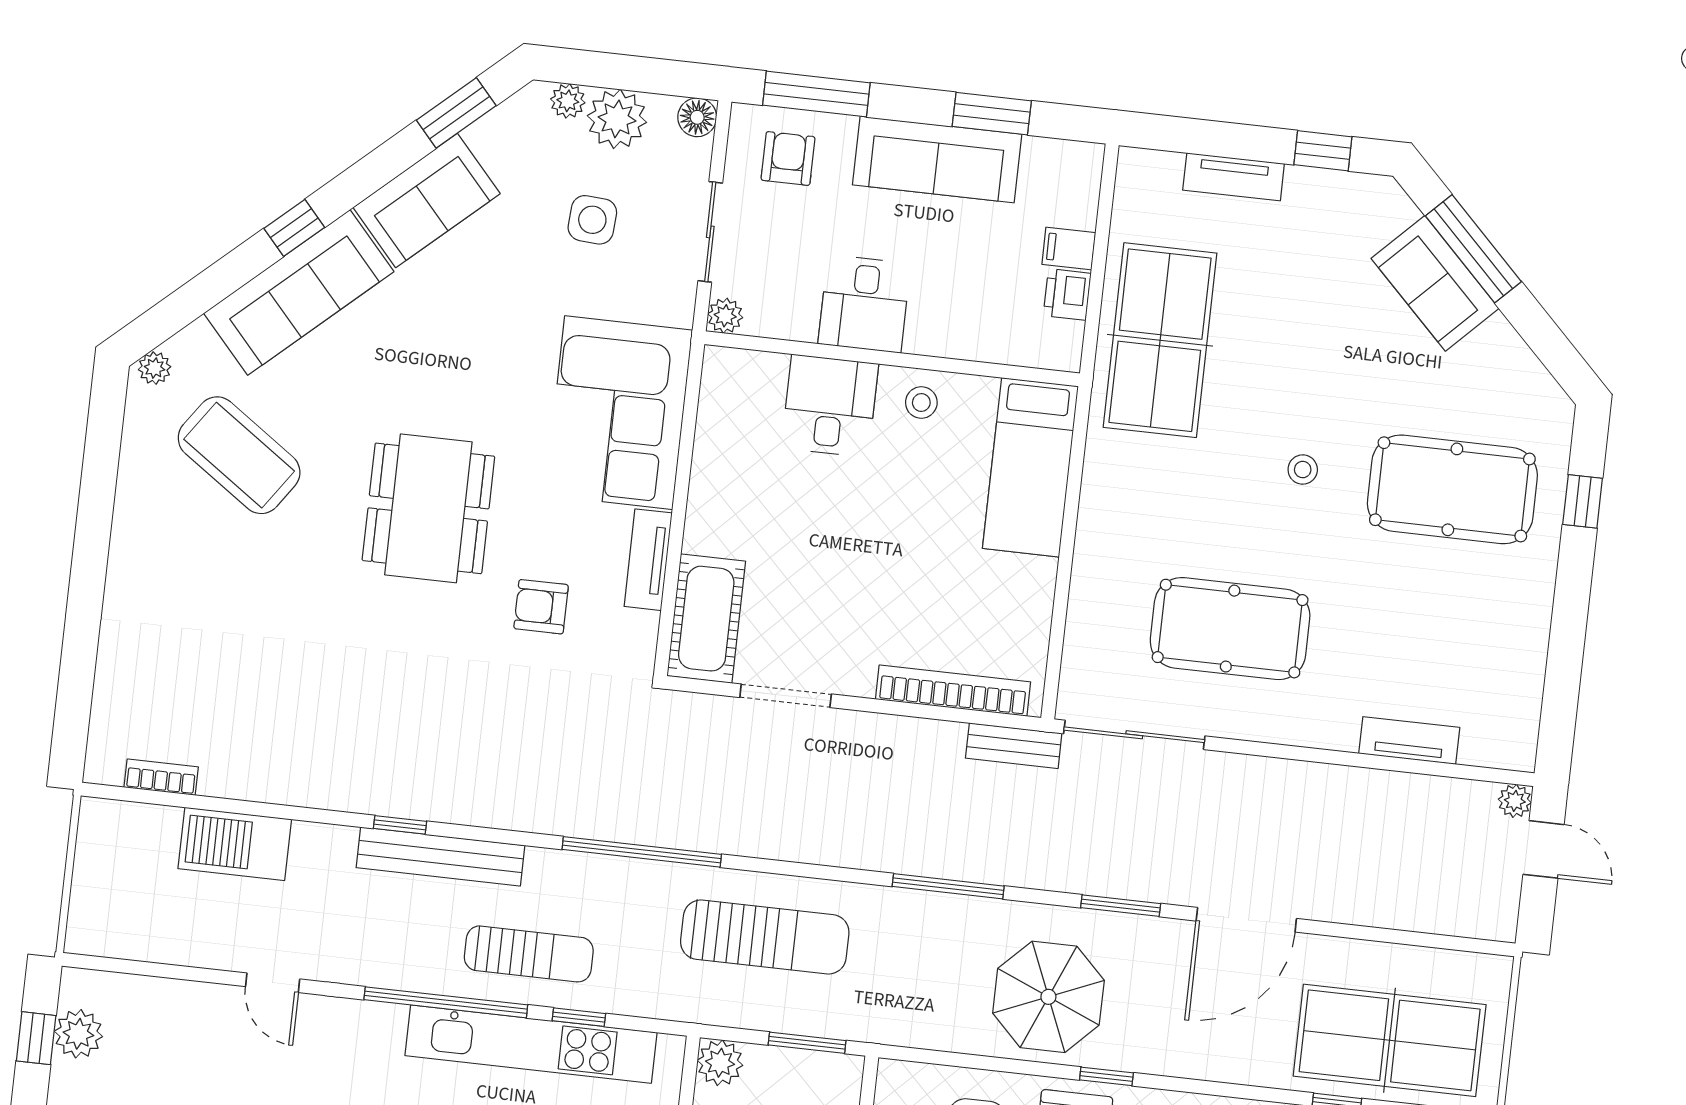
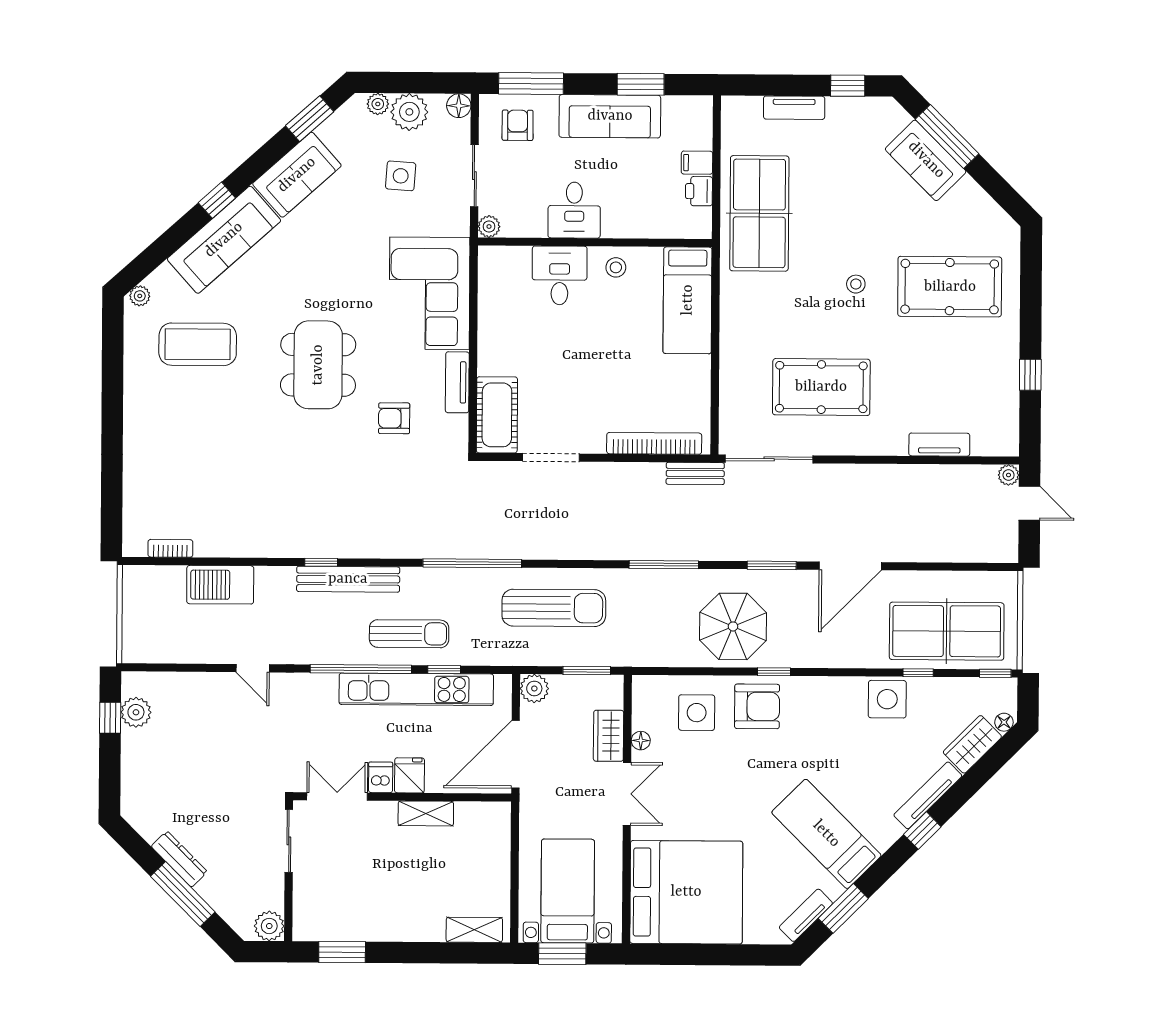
coffee table: (239, 455) -> (198, 344), turned -35
window: (1583, 501) -> (1030, 375), moved

